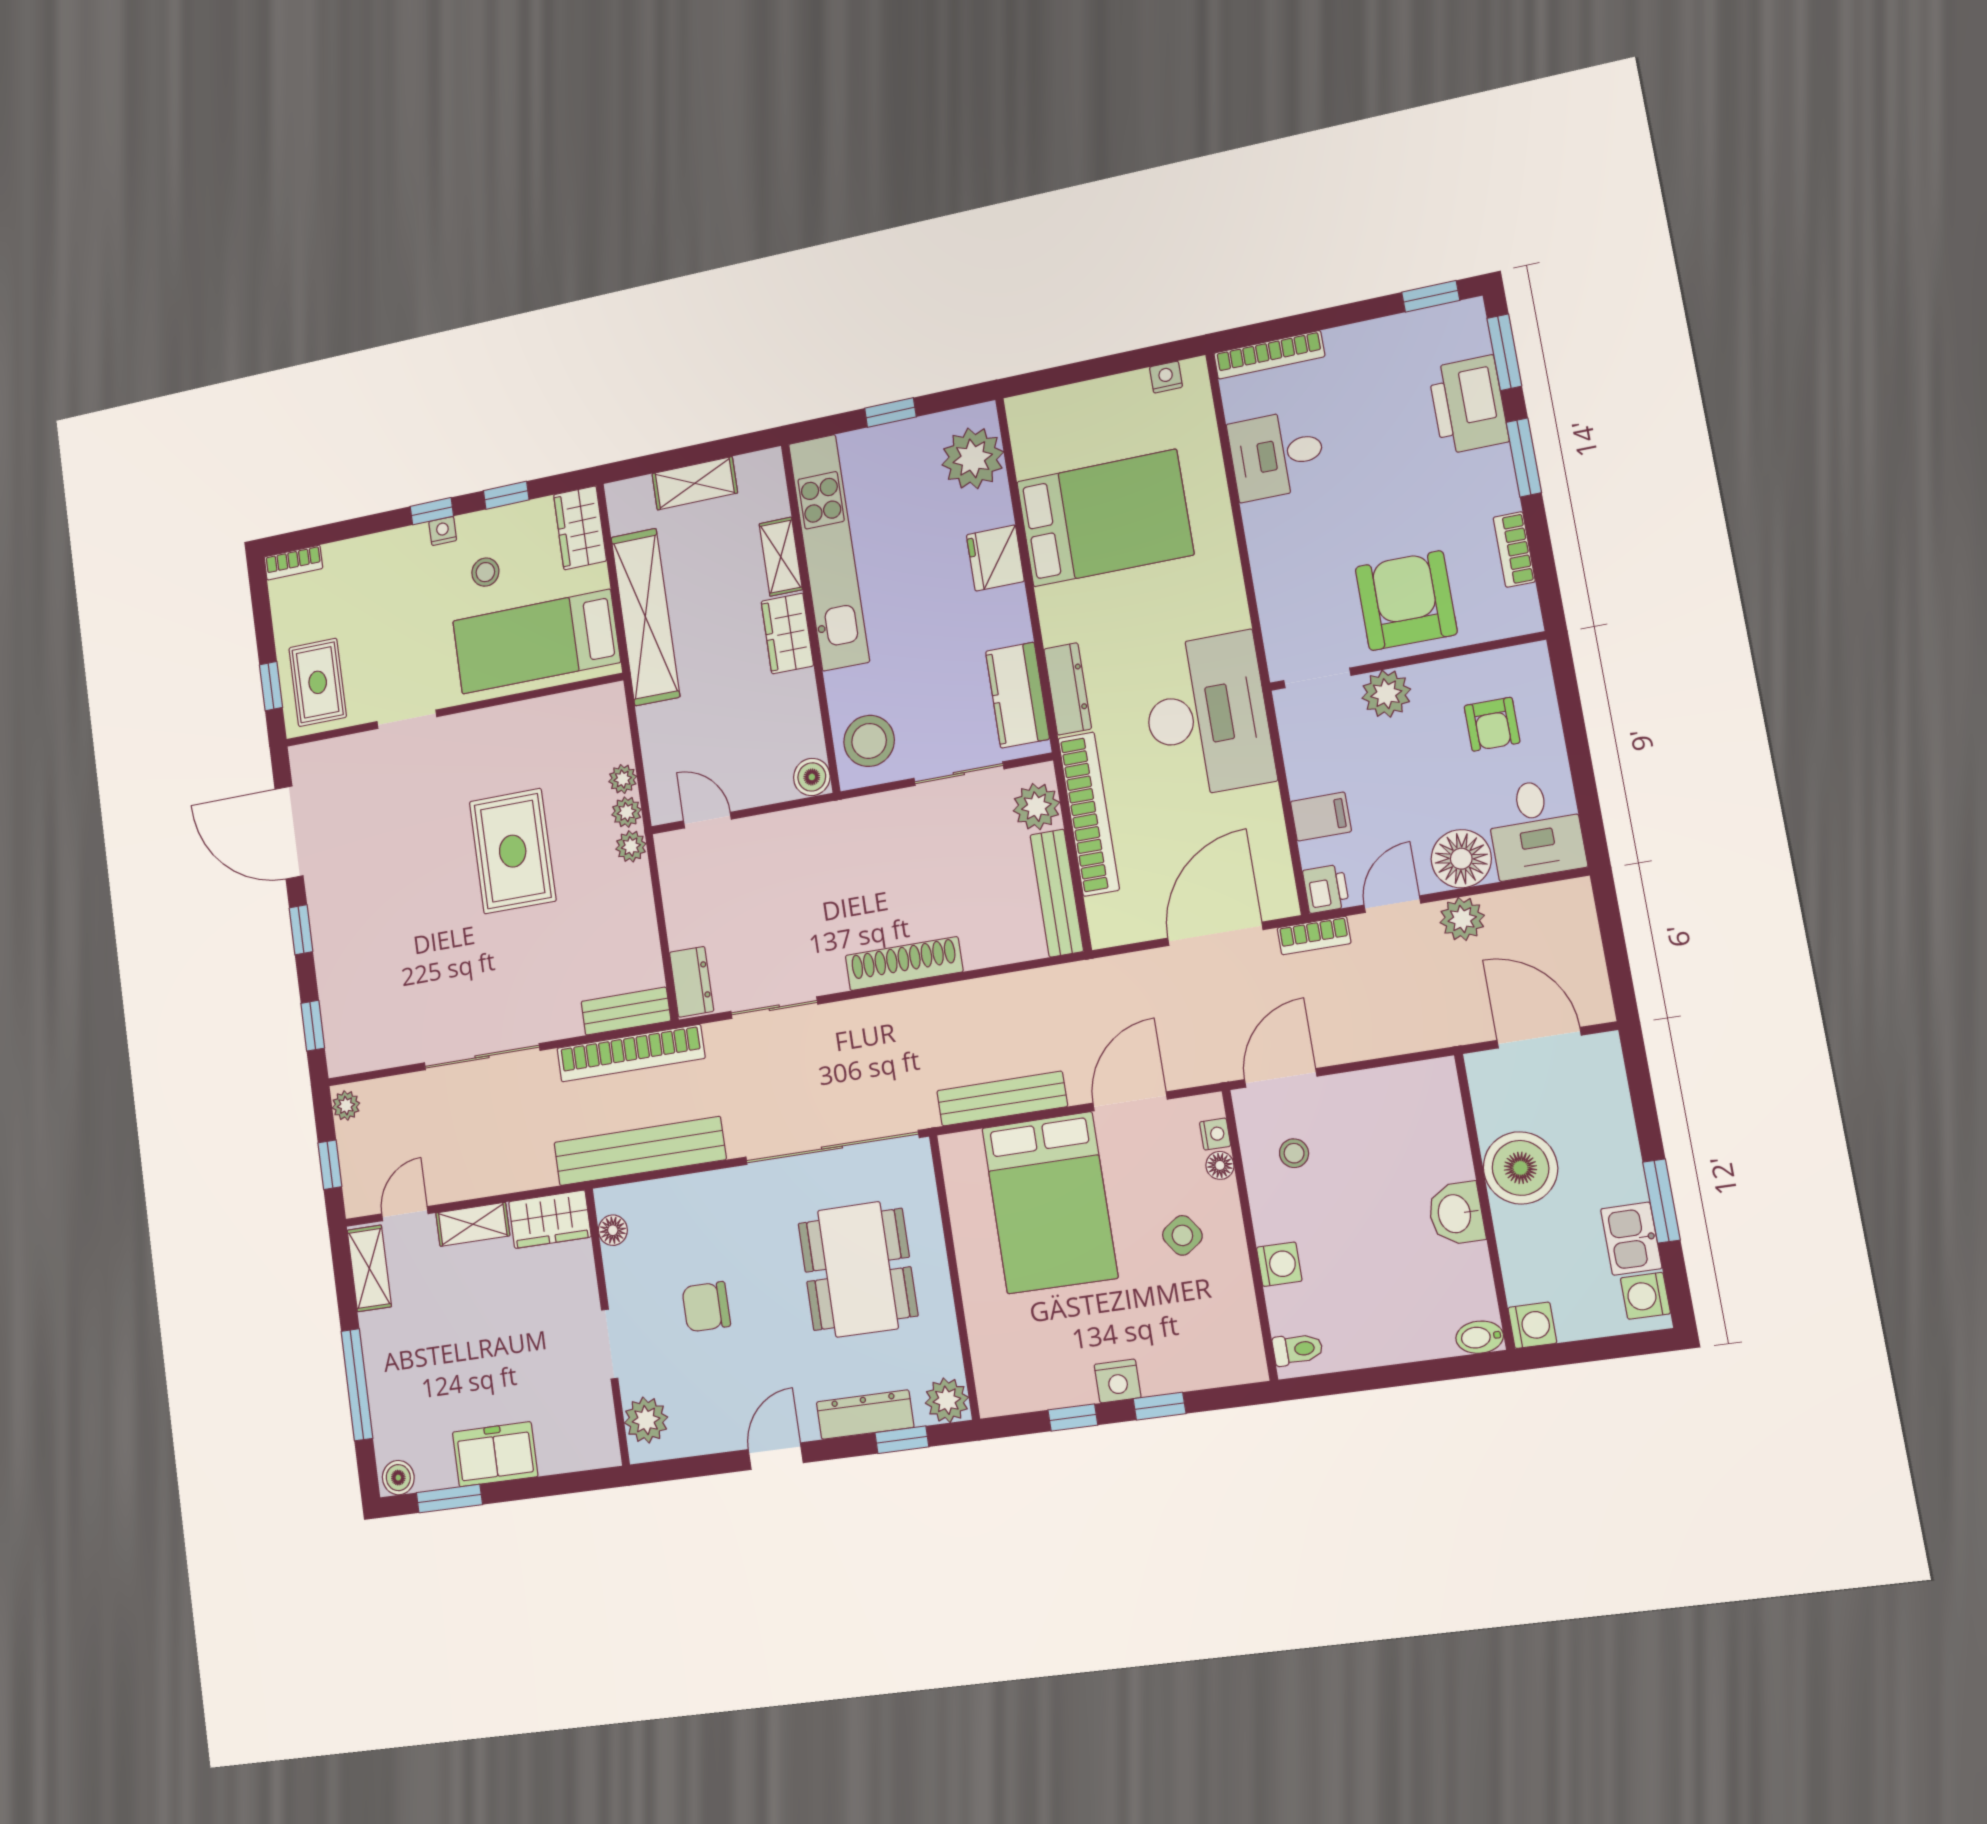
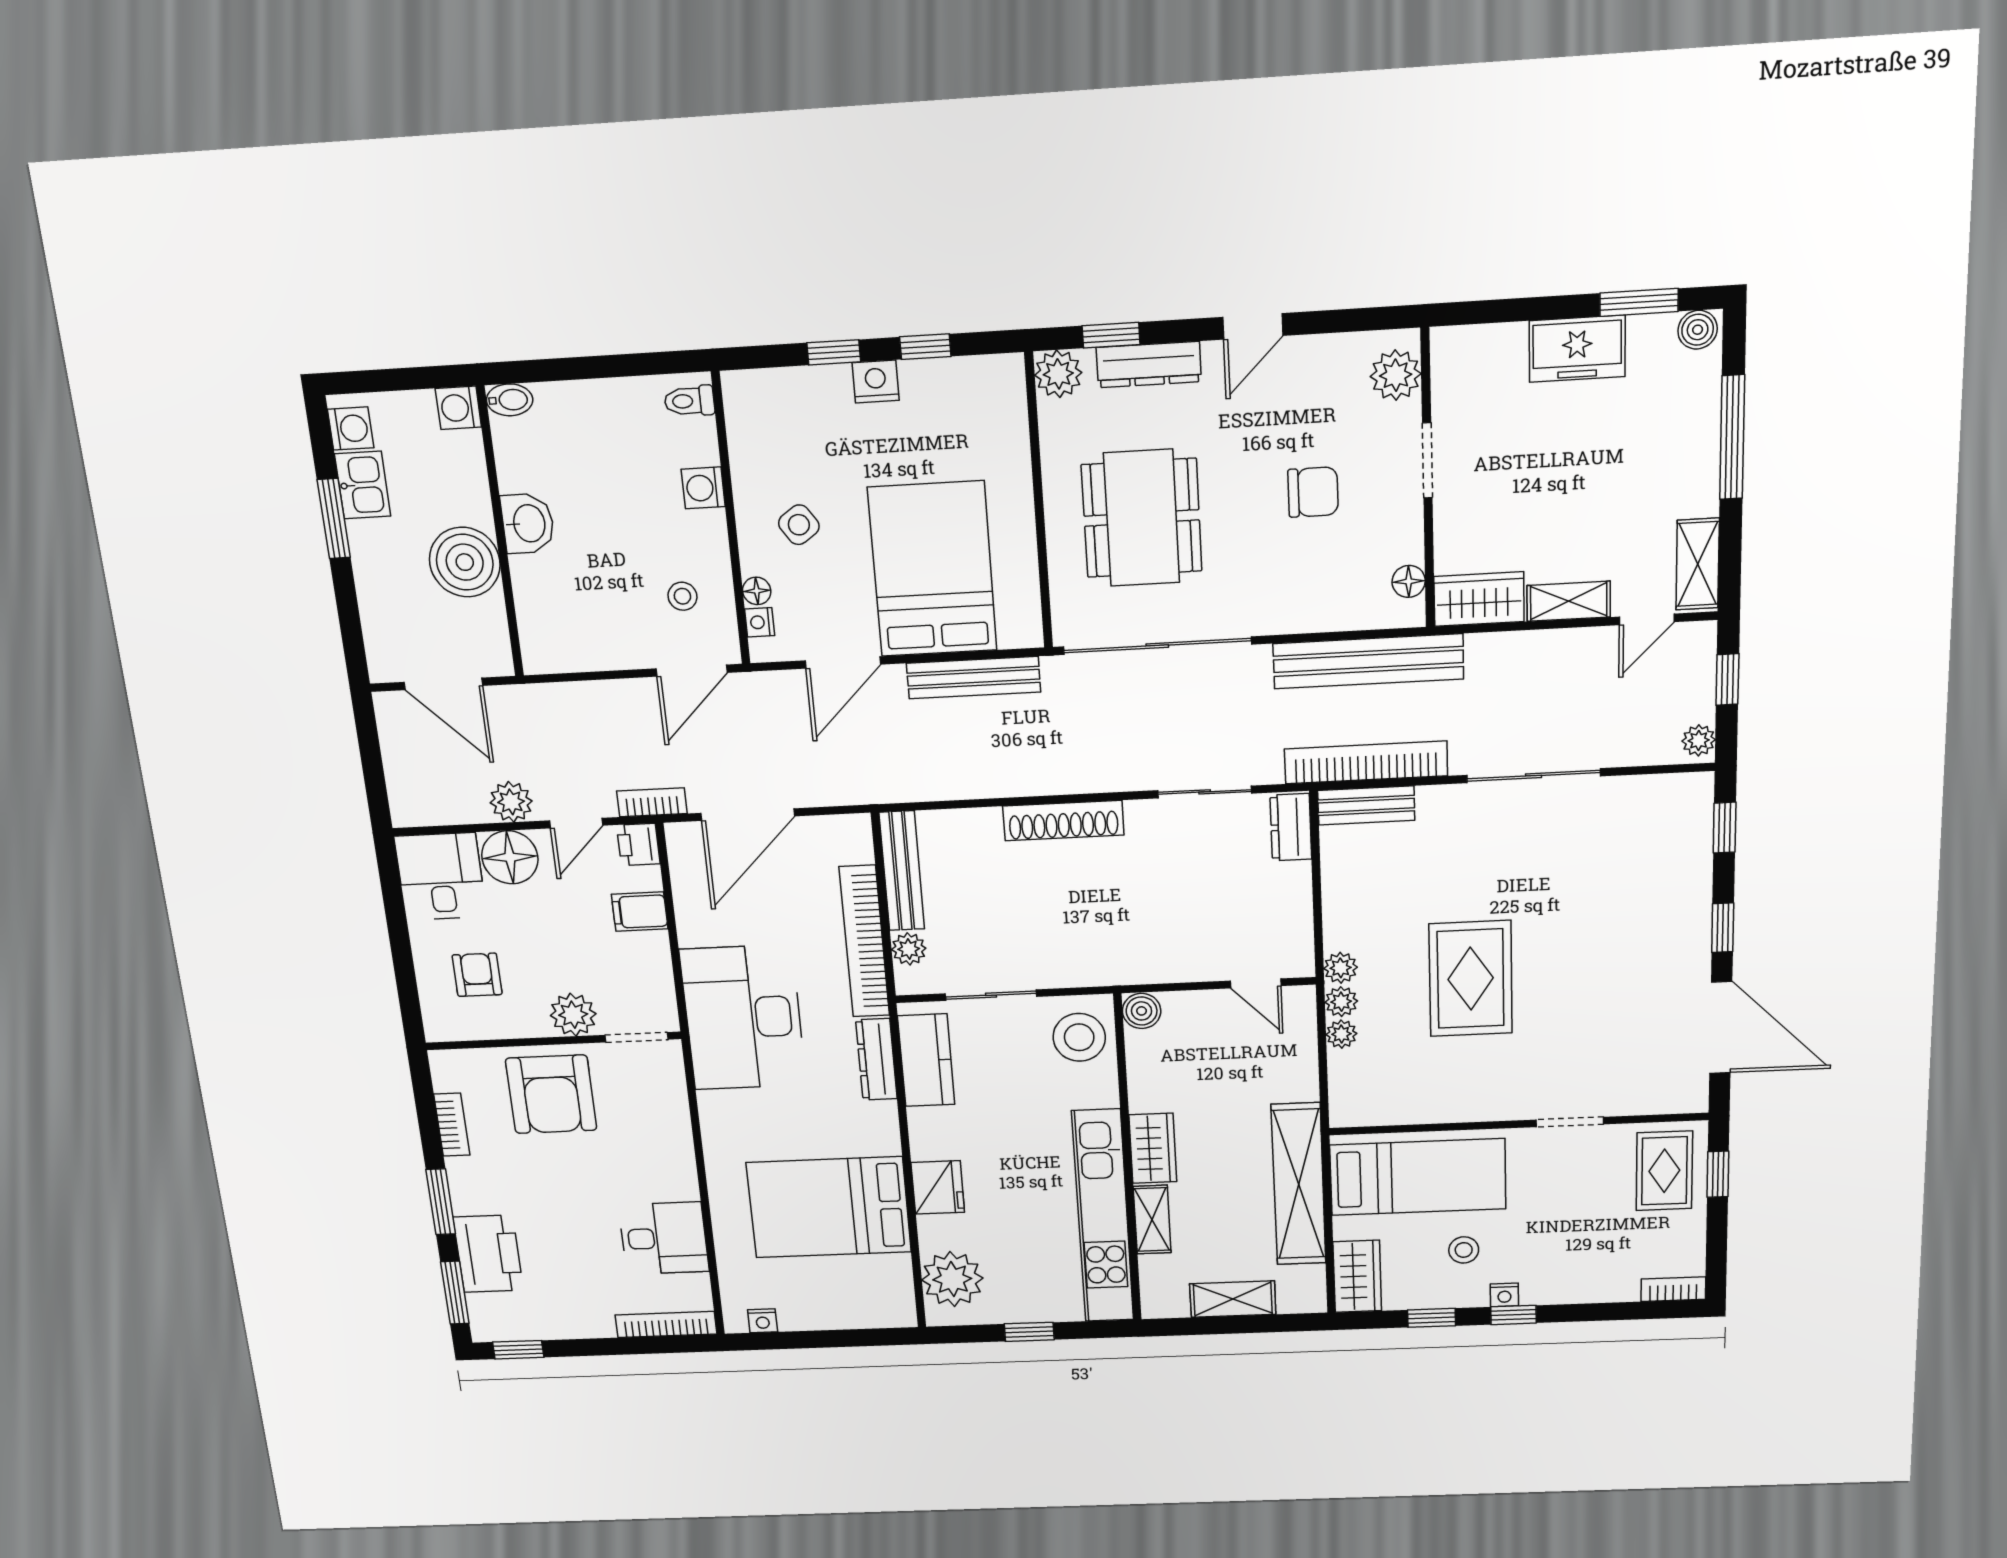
plant: (1036, 807) -> (909, 949), width x0.73, depth x0.73

